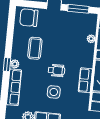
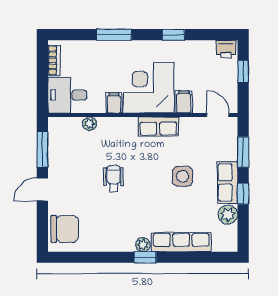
chair: (29, 18) -> (65, 229), turned -90
coffee table: (35, 48) -> (114, 214), removed
wheelchair: (56, 70) -> (114, 179), moved

